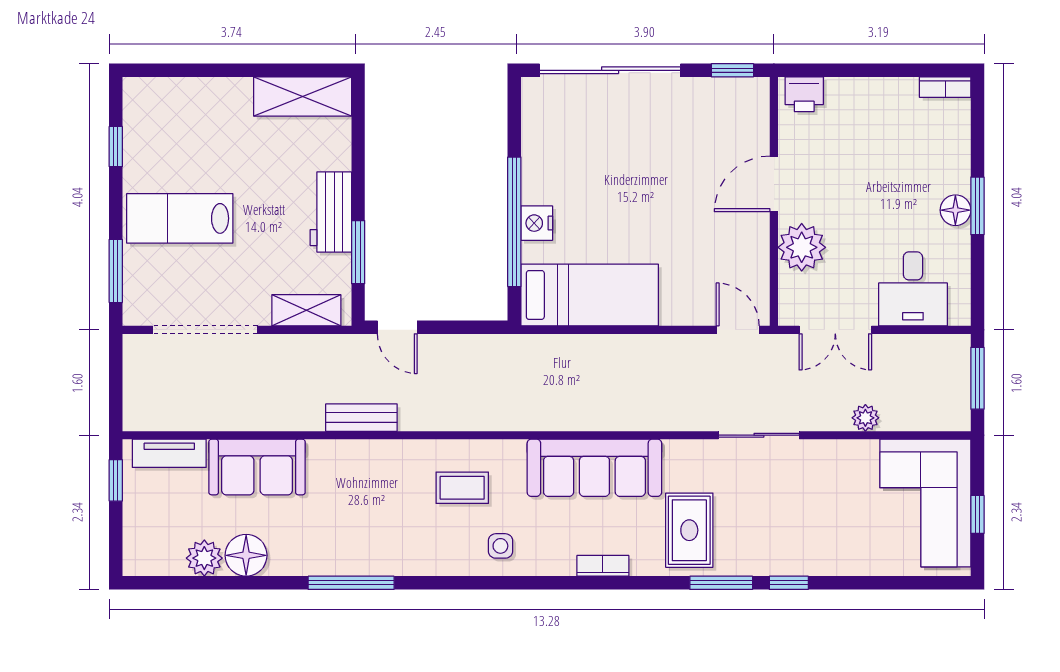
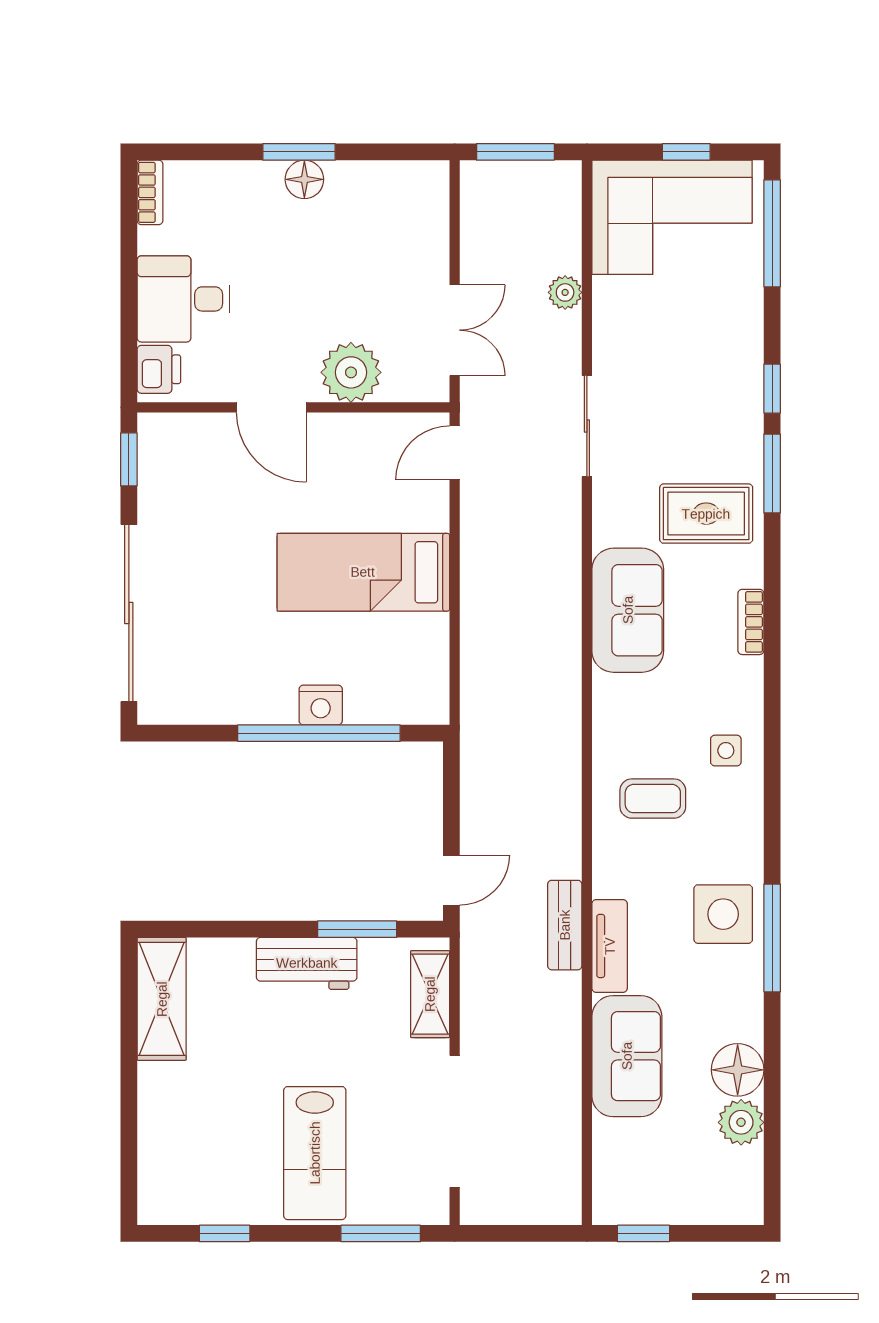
desk: (913, 289) -> (184, 299), moved, turned 180
bed: (590, 295) -> (363, 572), moved, turned -90
tv unit: (169, 453) -> (610, 946), moved
sofa: (594, 468) -> (628, 610), width x0.73
coffee table: (462, 488) -> (653, 799), turned 90
side table: (370, 544) -> (723, 914), added
window: (913, 583) -> (772, 233), added

